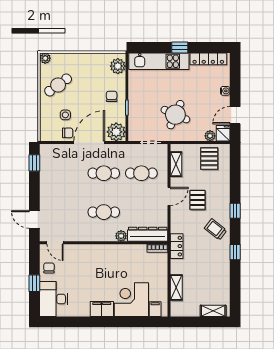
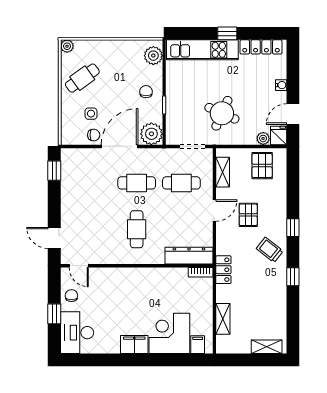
cafe table: (104, 212) -> (137, 229), turned 90
plant: (121, 236) -> (157, 258), removed

